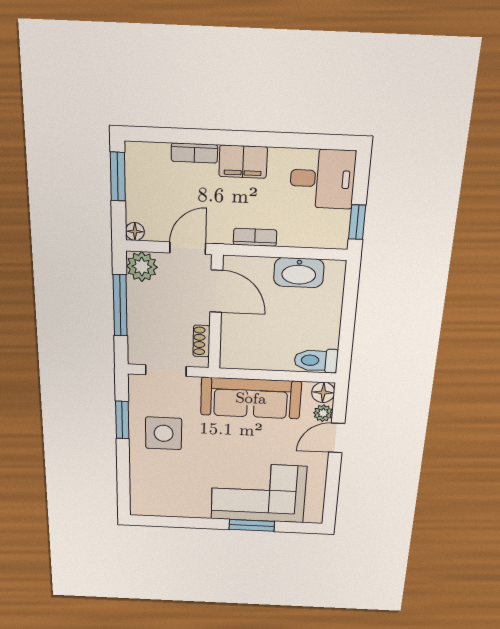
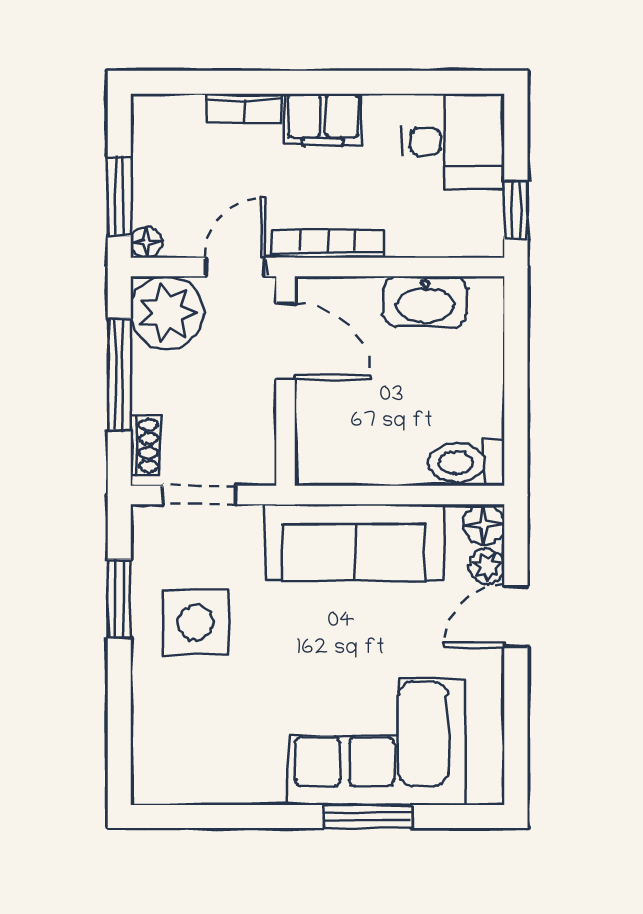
window: (118, 177) -> (119, 196), moved
bookcase: (255, 237) -> (328, 243), width x1.56
plant: (142, 267) -> (167, 313), width x1.36, depth x1.36
shoe rack: (201, 341) -> (145, 445), moved, turned 180

